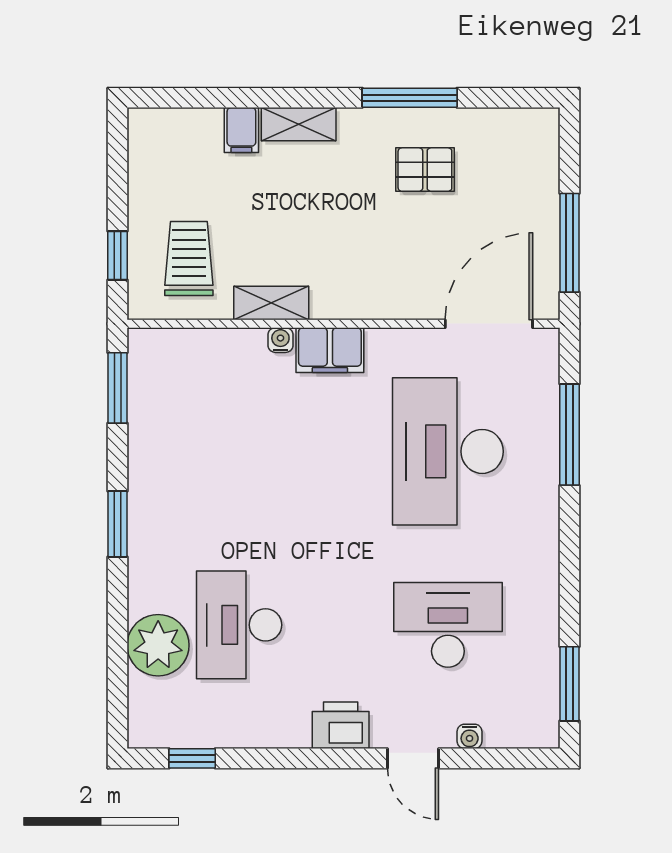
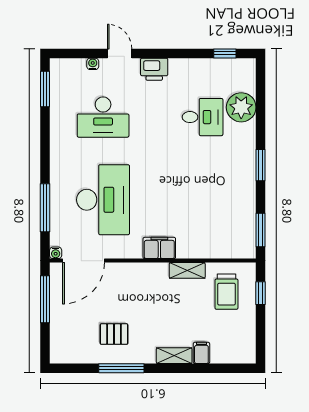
water cooler: (280, 340) -> (56, 253), moved
desk: (239, 625) -> (203, 117), width x0.73

